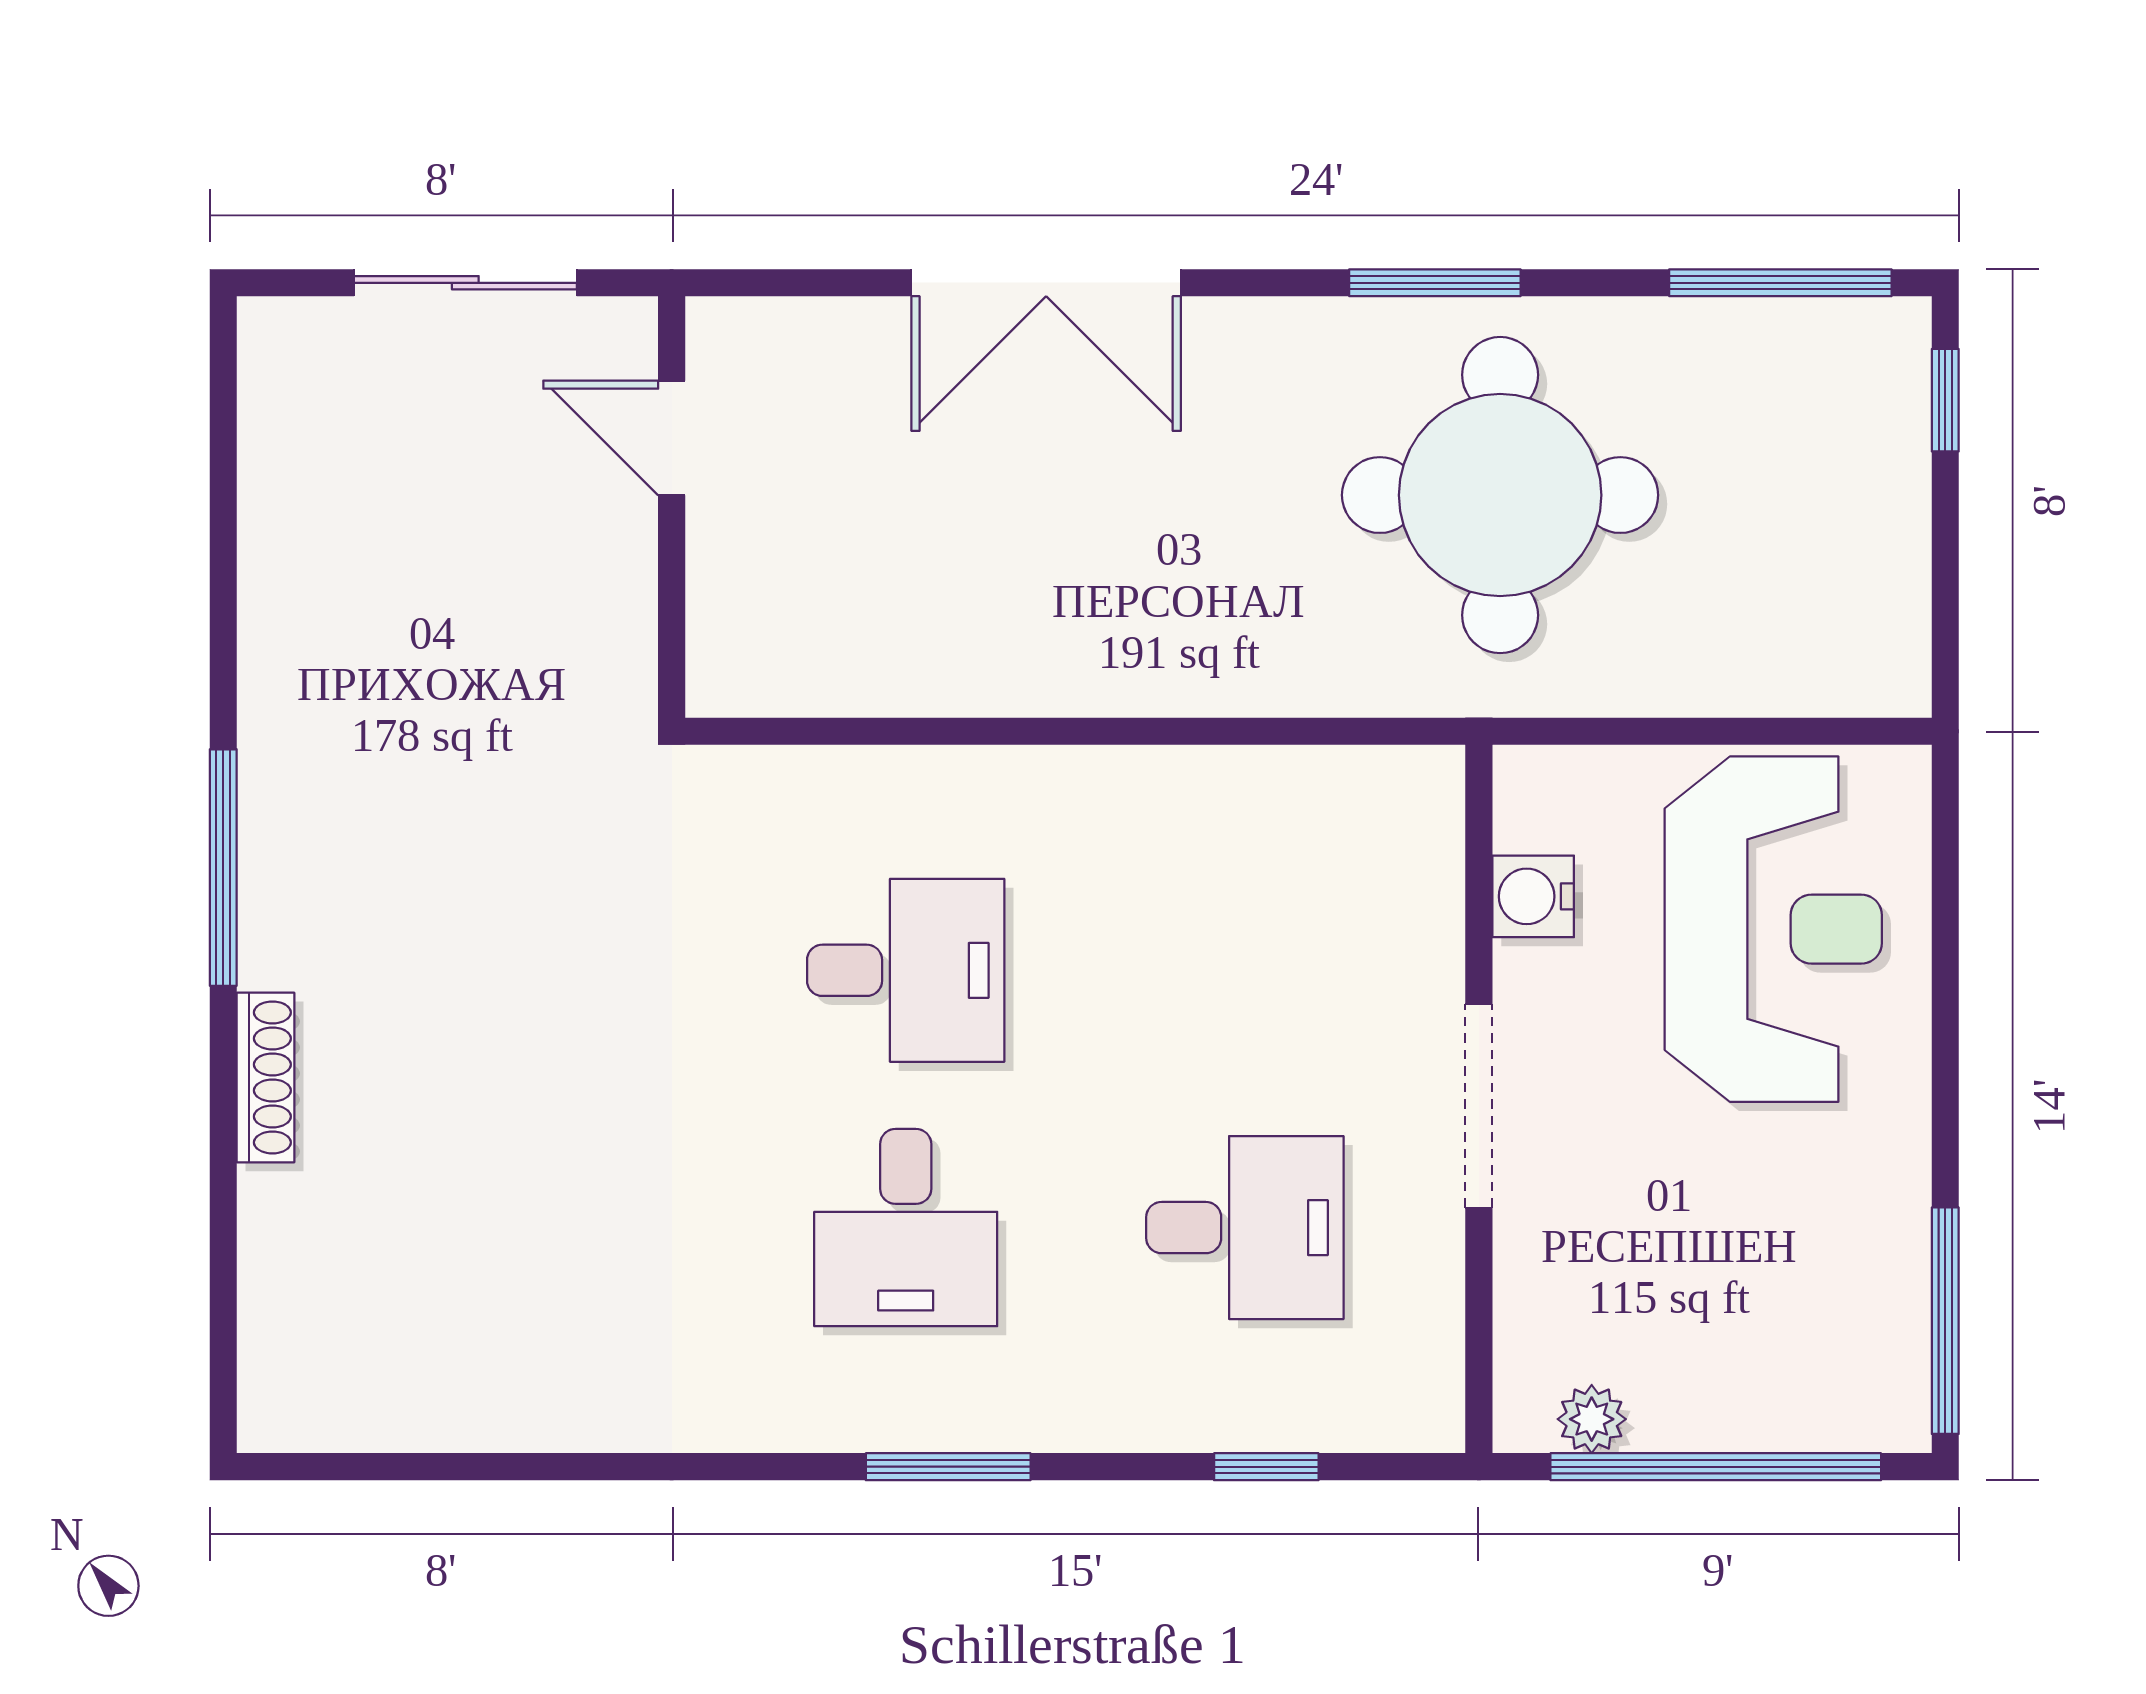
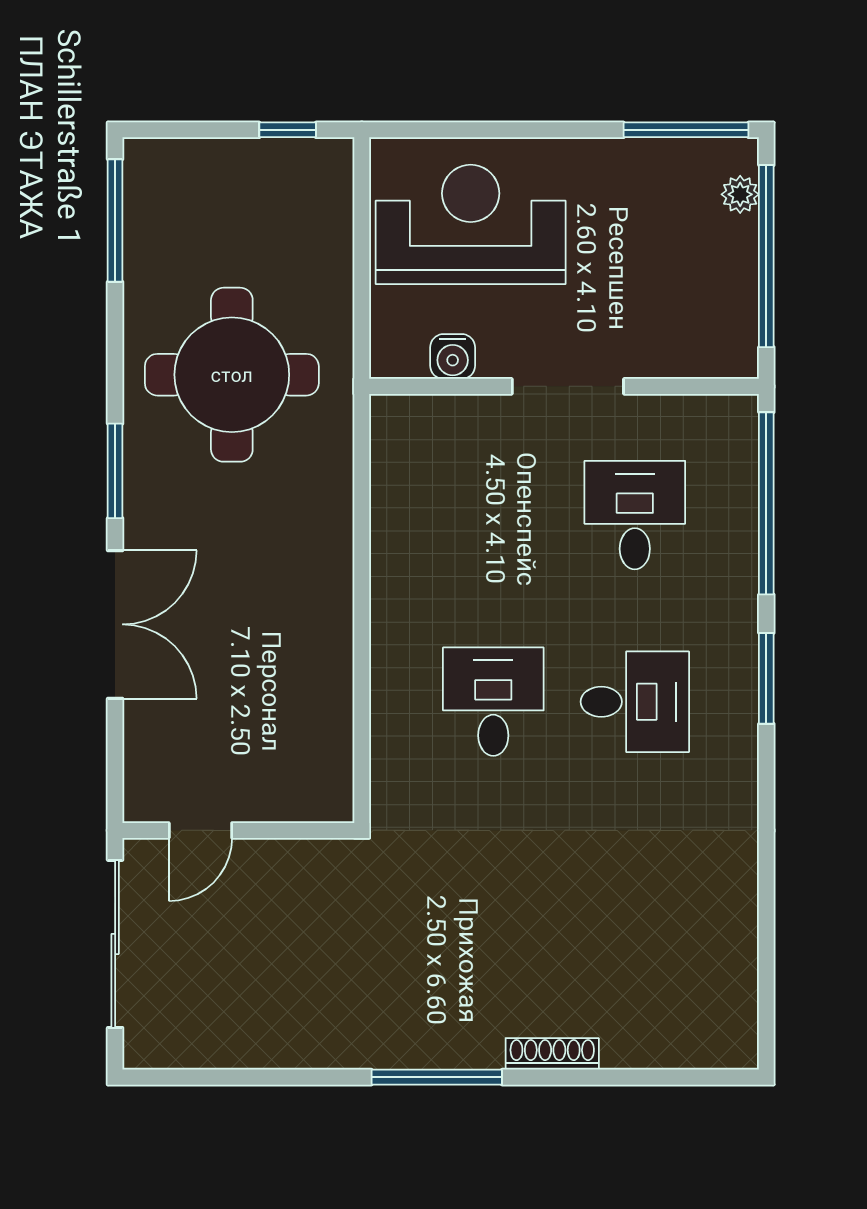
sliding door: (465, 283) -> (115, 944), width x1.37
window: (1435, 283) -> (115, 471), moved
window: (1945, 400) -> (288, 130), moved
plant: (1592, 1419) -> (740, 194), moved
window: (1266, 1467) -> (766, 503), width x3.17

